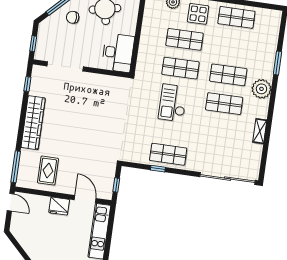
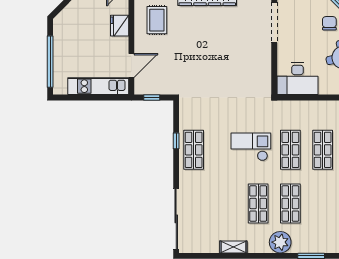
rug: (48, 171) -> (157, 20), turned 90
fridge: (59, 206) -> (120, 26), moved

